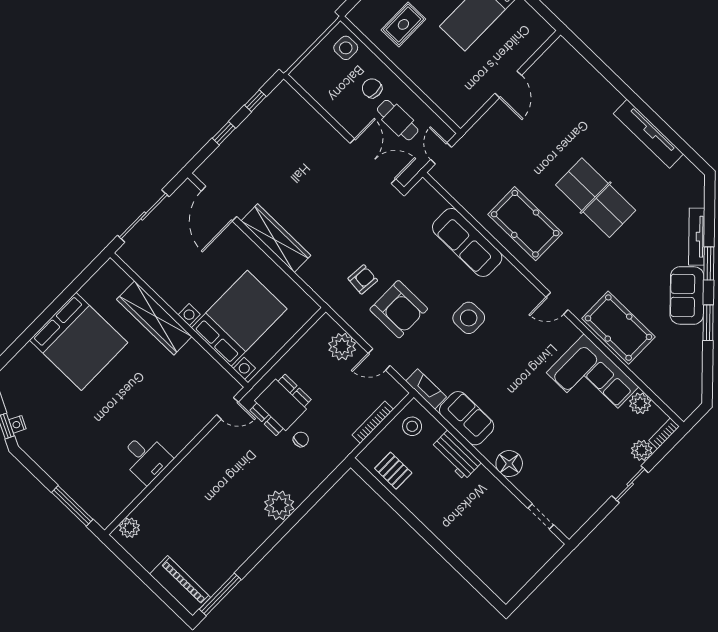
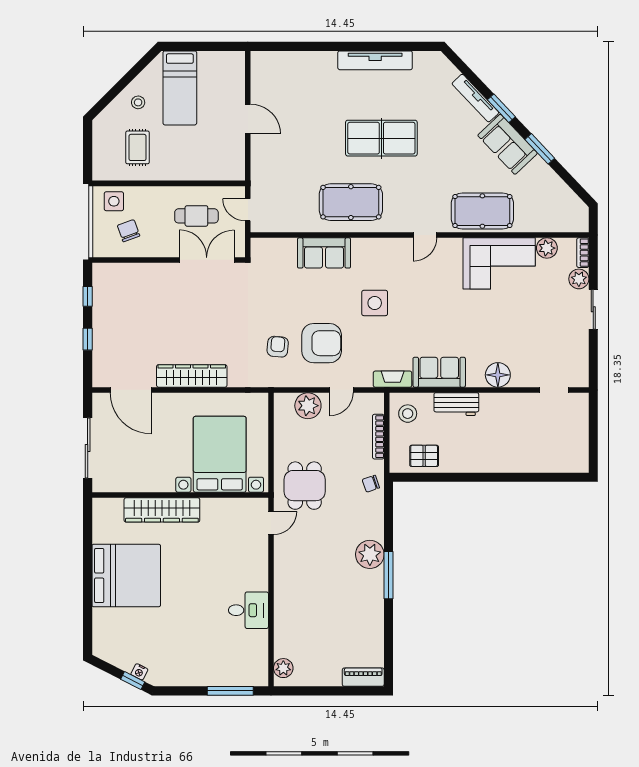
chair: (372, 88) -> (129, 231), moved, turned 70
sofa: (467, 242) -> (324, 253), width x0.73
chair: (301, 439) -> (371, 484), moved, turned -109
piano: (180, 586) -> (363, 677), width x0.73, depth x0.75
window: (220, 594) -> (388, 575), moved

